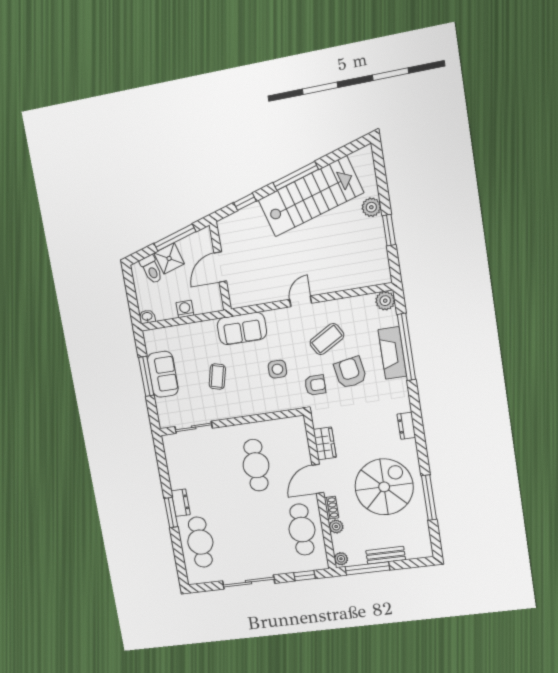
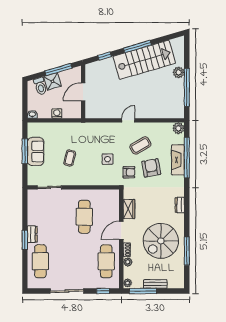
window: (389, 230) -> (187, 87), width x2.11
sofa: (242, 328) -> (90, 131), removed
spiral stairs: (384, 487) -> (161, 241), turned 180

